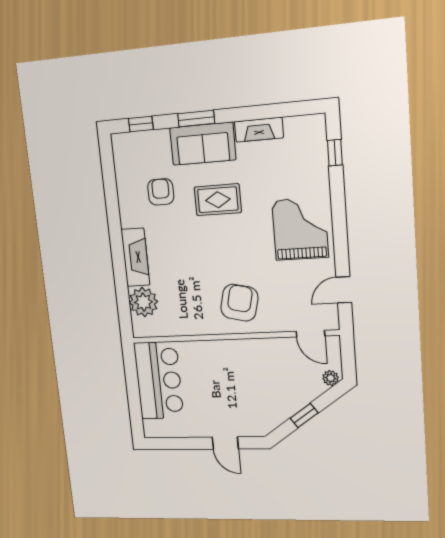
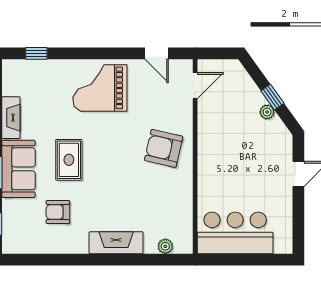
plant: (143, 302) -> (165, 246), width x0.53, depth x0.53
plant: (331, 378) -> (267, 112), moved

